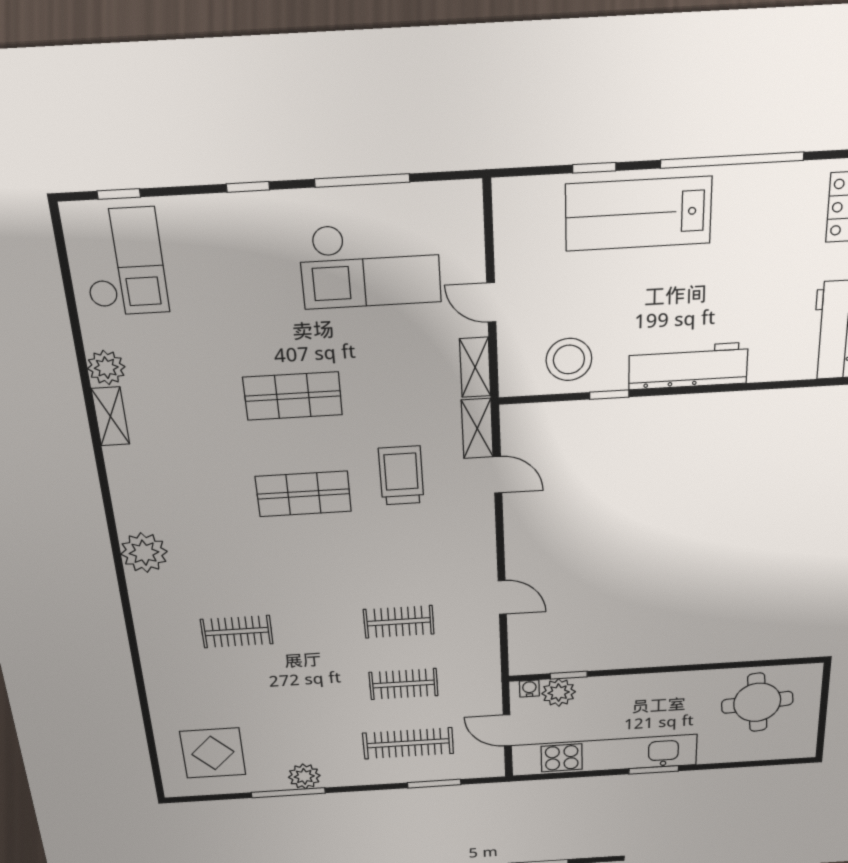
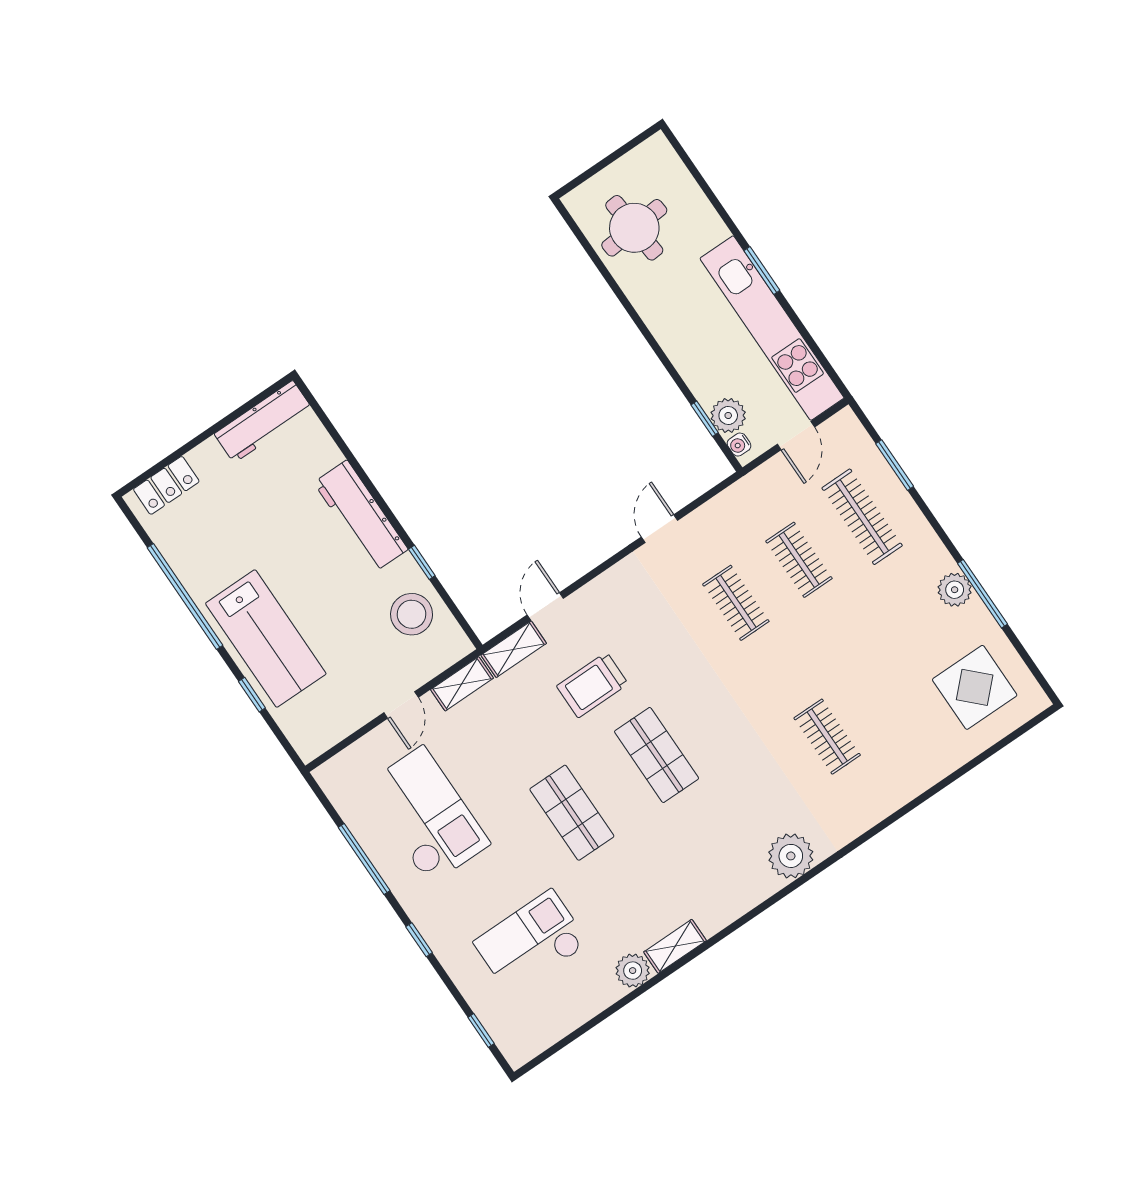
checkout: (123, 262) -> (531, 943), moved

